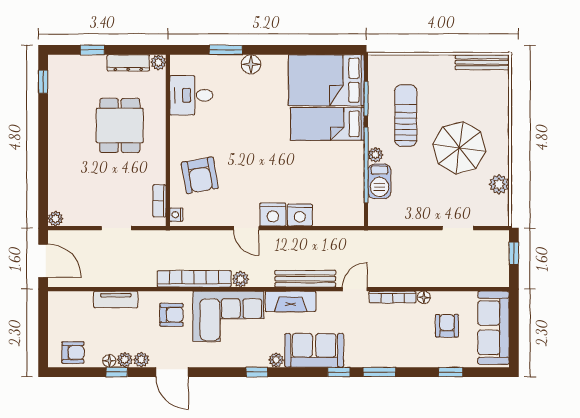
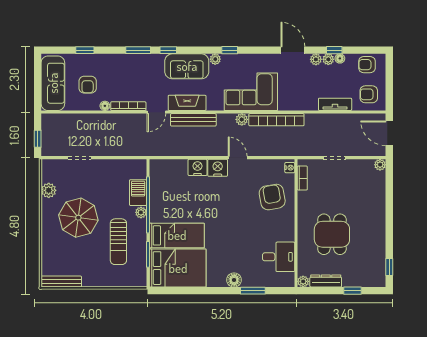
fireplace: (291, 301) -> (187, 103), moved
armchair: (171, 315) -> (369, 94), moved

